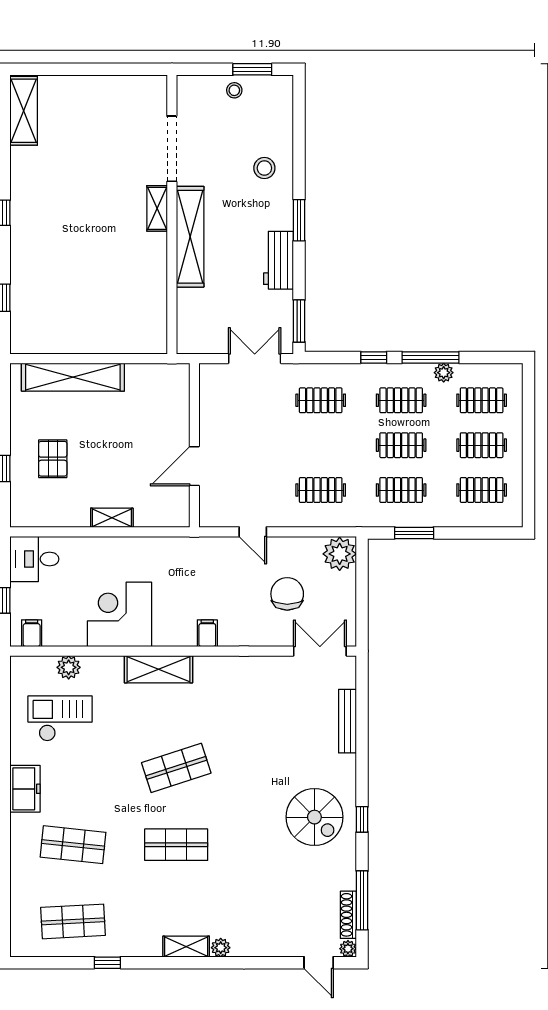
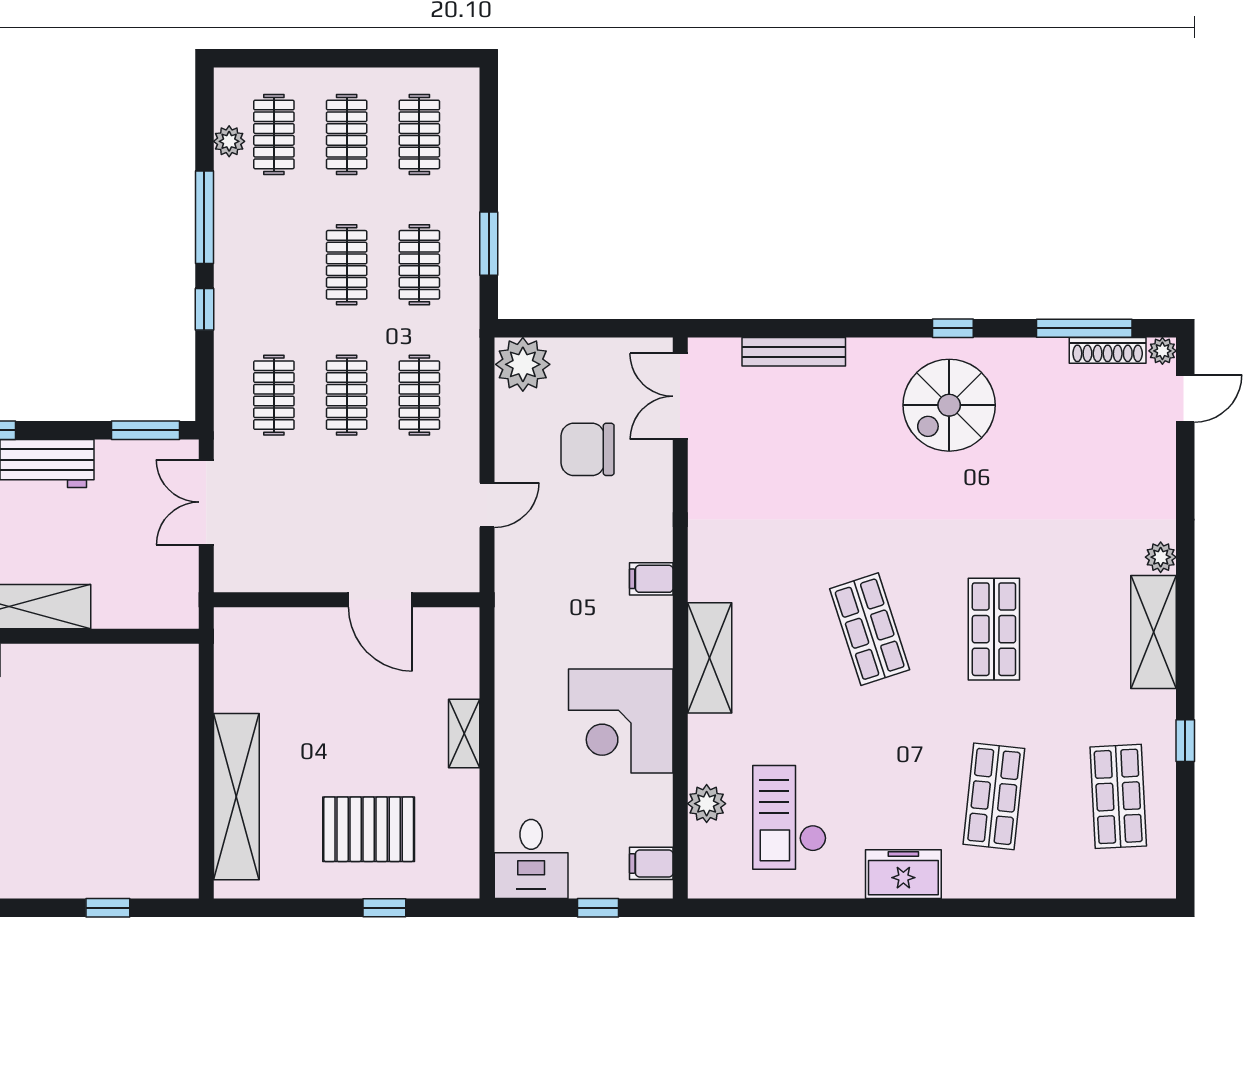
plant: (444, 373) -> (229, 141), moved
clothes rail: (401, 400) -> (347, 395), moved
pallet: (53, 459) -> (369, 829), width x1.50, depth x1.42
spiral stairs: (314, 817) -> (949, 405), turned 180
shelving: (186, 947) -> (1153, 632), width x1.50, depth x1.33

